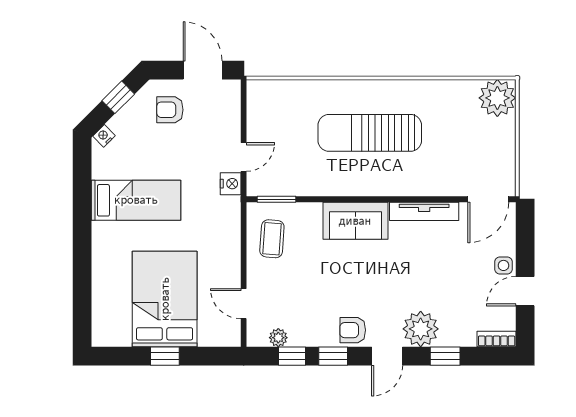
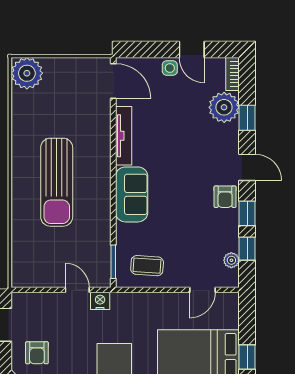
plant: (421, 329) -> (224, 107), moved

